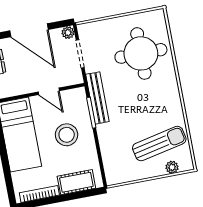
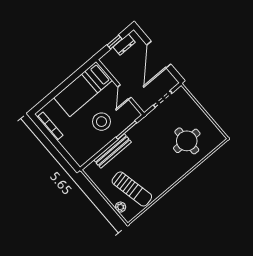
plant: (68, 33) -> (172, 82), removed
round table: (141, 53) -> (187, 141), width x0.73, depth x0.73
bench: (97, 98) -> (113, 151), moved
cot: (76, 182) -> (73, 147), removed

